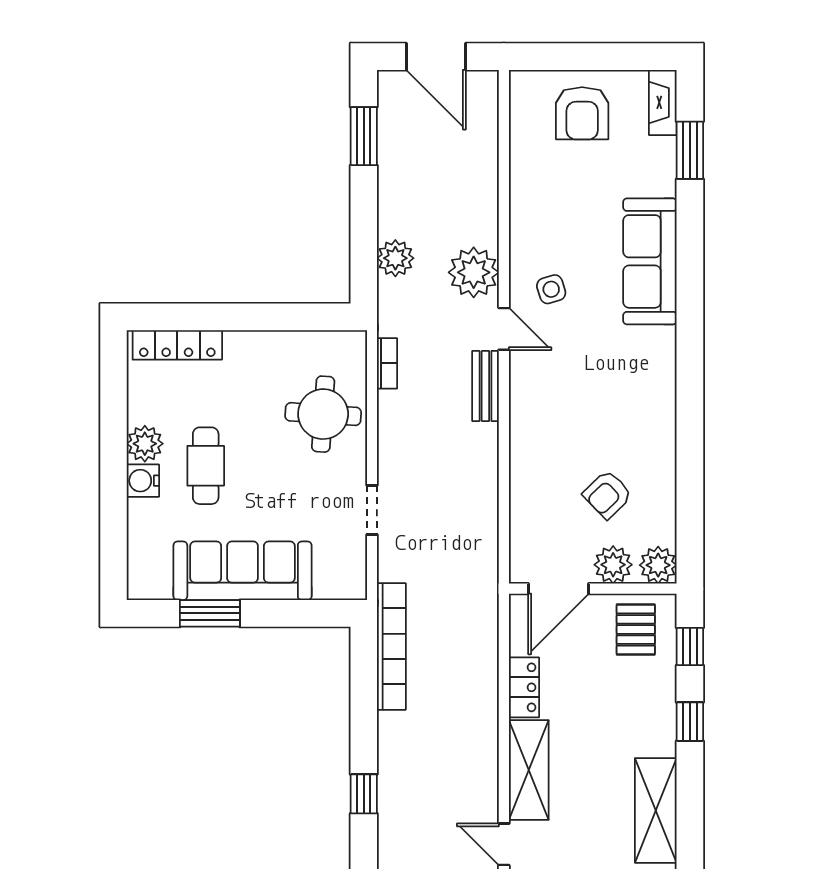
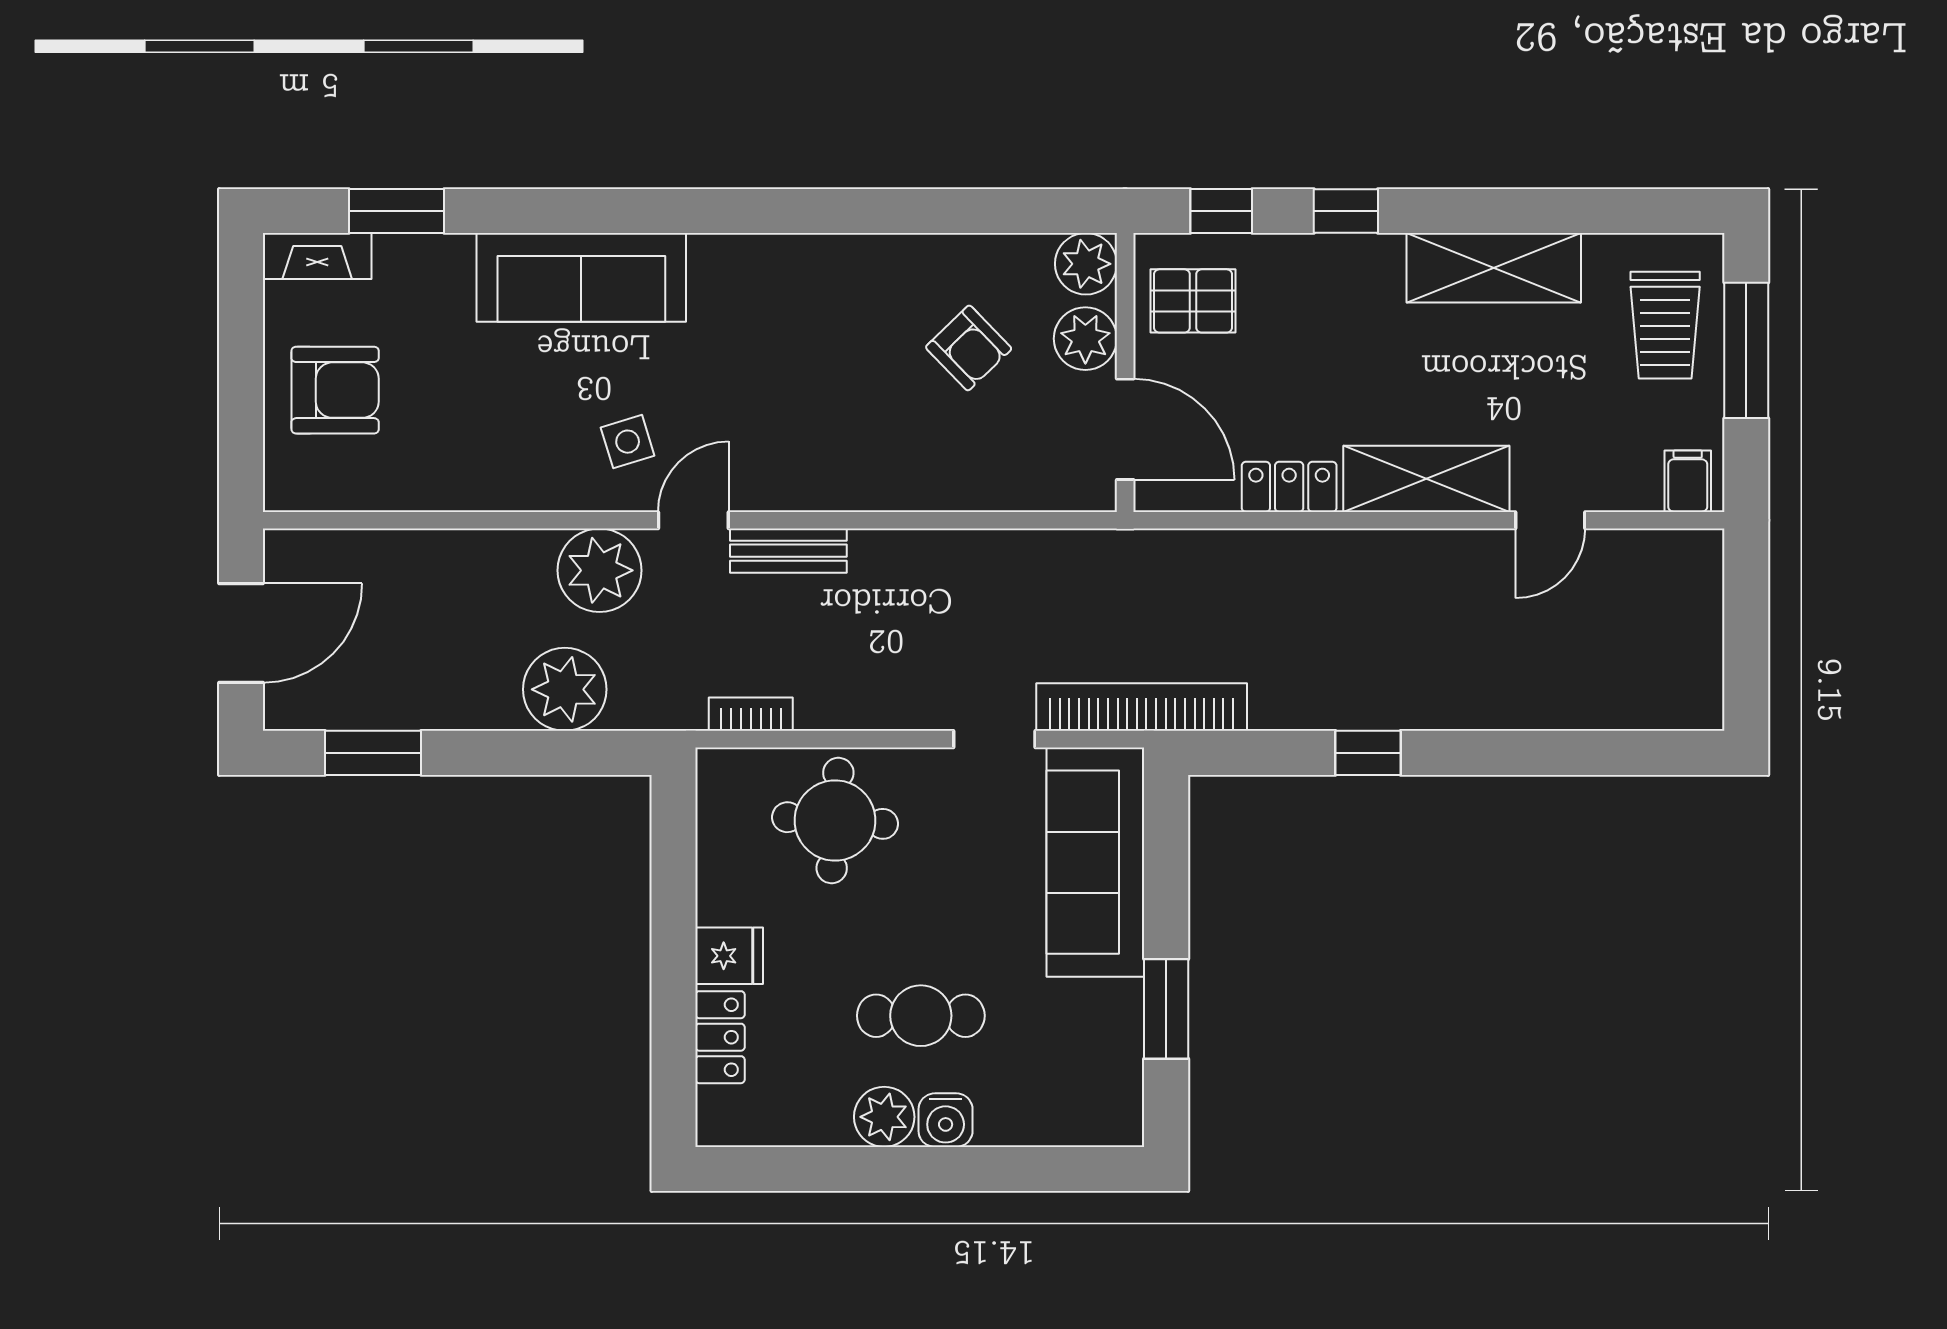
plant: (395, 258) -> (565, 689), width x1.36, depth x1.36
locker: (177, 345) -> (720, 1037), width x0.66
fridge: (242, 350) -> (729, 956), added
sofa: (243, 571) -> (1095, 862), moved
bookcase: (391, 646) -> (1142, 707), moved
window: (364, 794) -> (1368, 753), moved

